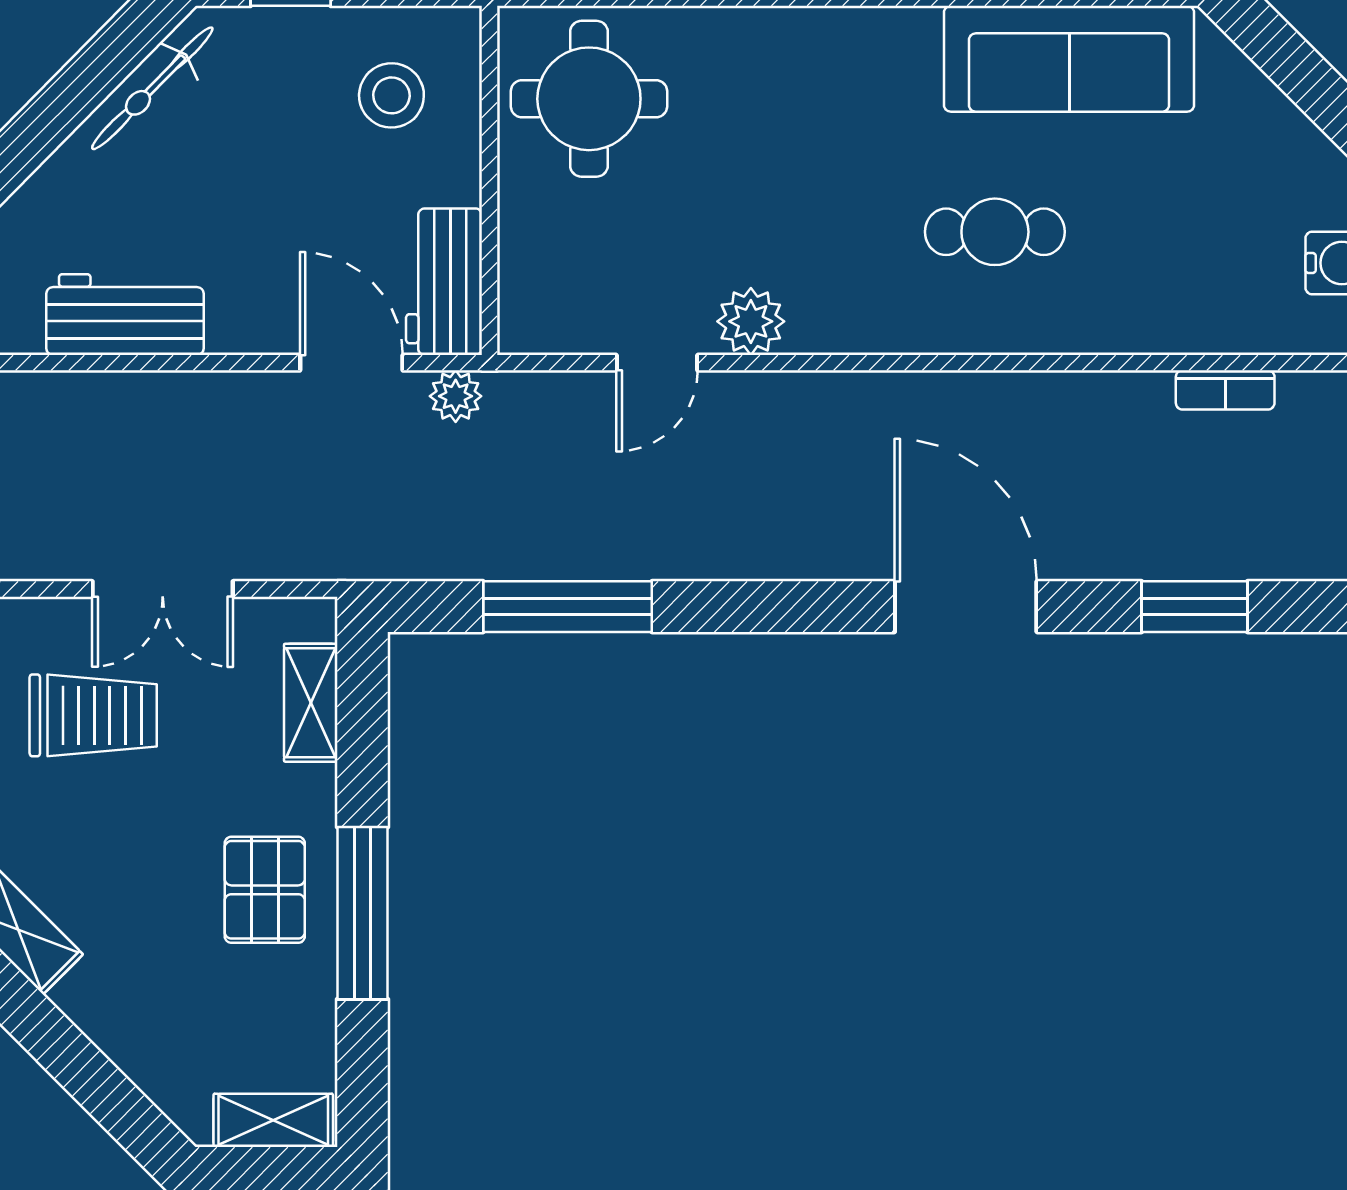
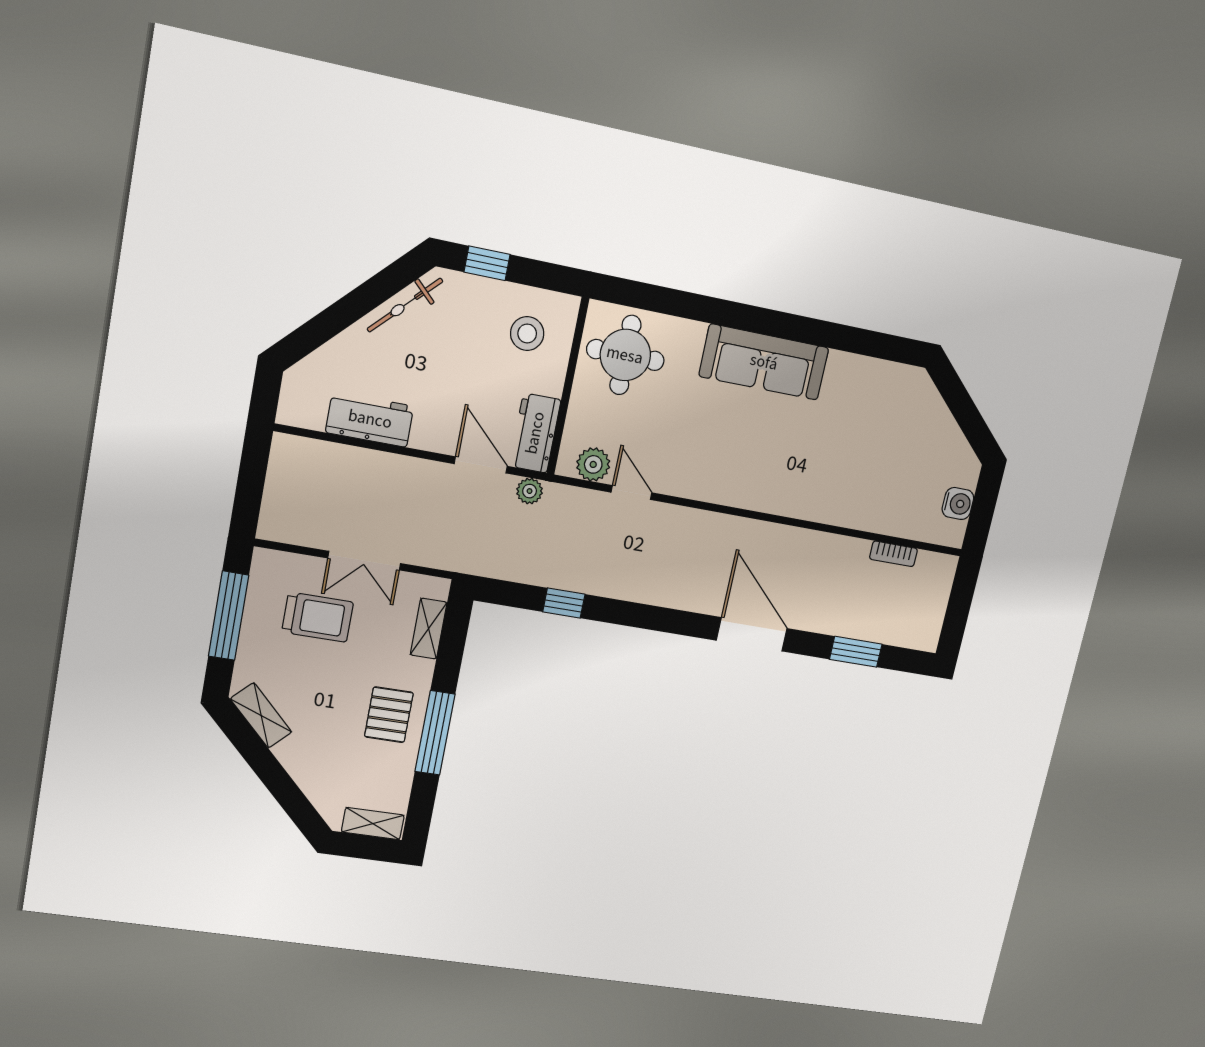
sofa: (1069, 59) -> (764, 362), moved
cafe table: (995, 232) -> (806, 459), removed
plant: (751, 321) -> (593, 464), moved
door: (657, 363) -> (631, 493), swing flipped
window: (568, 607) -> (564, 603), width x0.46

